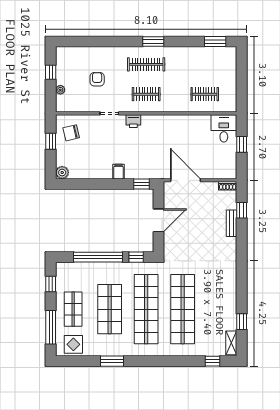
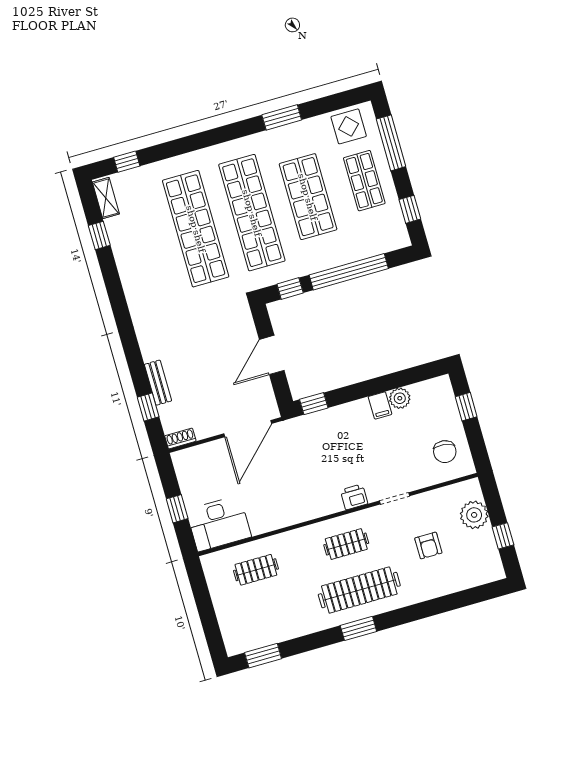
clothes rail: (146, 64) -> (359, 590), width x1.37, depth x1.31
plant: (60, 90) -> (474, 515), width x1.88, depth x1.88
desk: (224, 128) -> (219, 523), width x1.37
chair: (71, 133) -> (445, 452), turned 110
window: (51, 141) -> (466, 407), moved
filing cabinet: (119, 172) -> (380, 405), moved
plant: (62, 173) -> (400, 398), moved
door: (186, 180) -> (248, 429), hinge flipped

